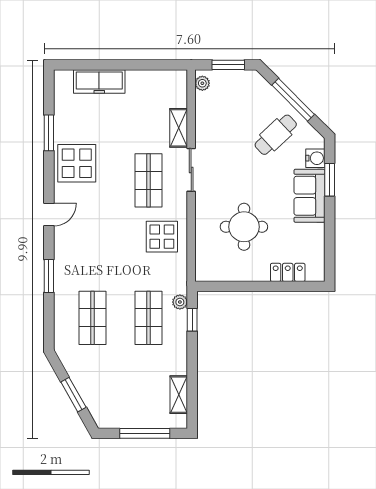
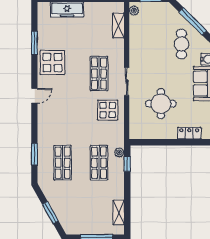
shelving: (179, 128) -> (118, 26), moved
cafe table: (276, 135) -> (181, 44), turned -47
sliding door: (191, 170) -> (127, 81), moved
window: (49, 276) -> (34, 154), moved

